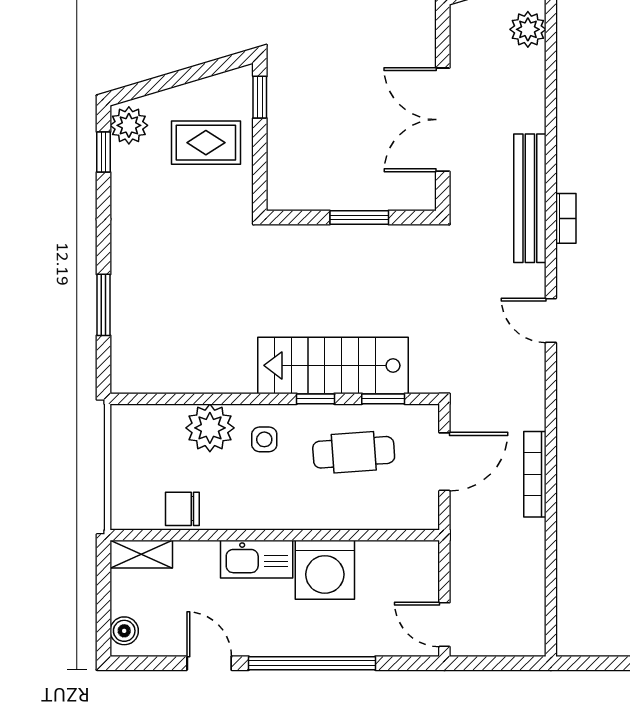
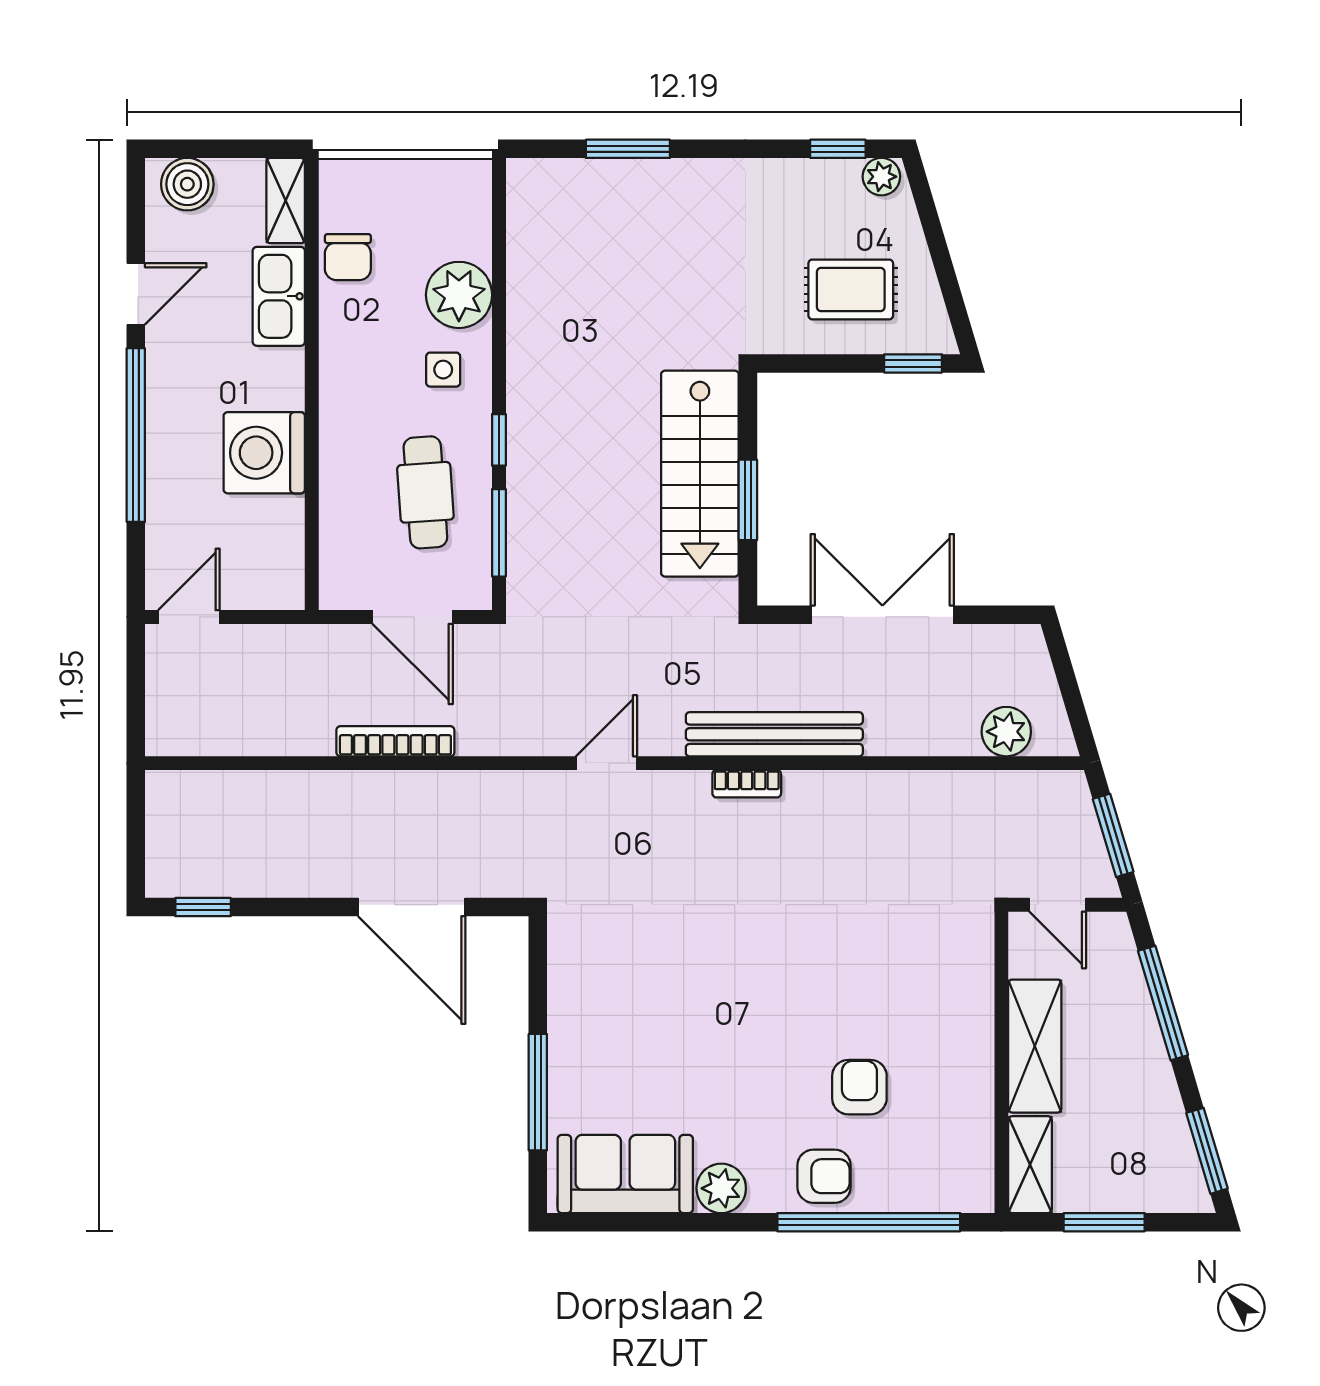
plant: (129, 125) -> (881, 177), width x0.73, depth x0.73
rug: (206, 143) -> (851, 289), turned 90
stairs: (333, 365) -> (700, 474), moved, turned 180
window: (383, 399) -> (499, 533), width x1.50
chair: (182, 509) -> (348, 257), turned 180
kitchen sink: (257, 559) -> (279, 296), moved
boiler: (124, 631) -> (187, 184), width x1.36, depth x1.36

